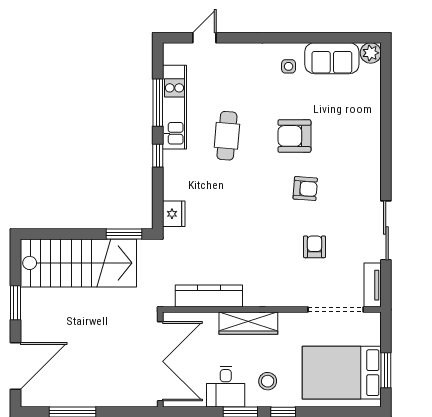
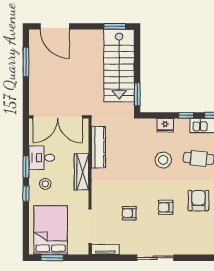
armchair: (305, 189) -> (166, 207), turned 86
stool: (229, 192) -> (163, 160), added
fridge: (174, 214) -> (165, 125), moved
sliding door: (386, 230) -> (155, 258), moved
armchair: (315, 247) -> (129, 213), turned 180
window: (15, 303) -> (115, 26), moved

